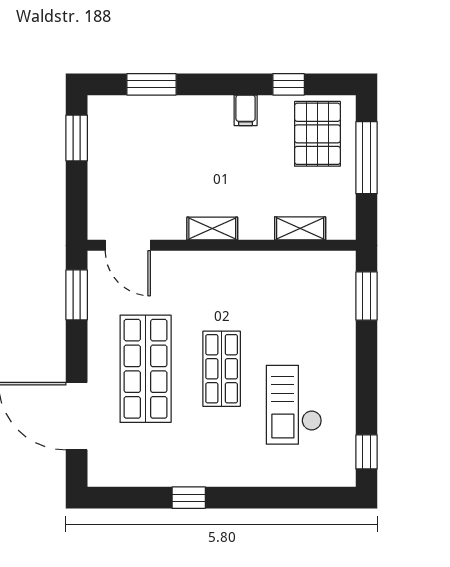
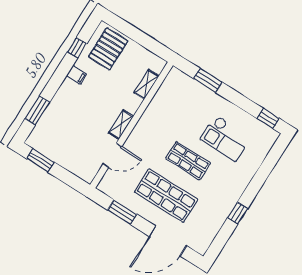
pallet: (317, 134) -> (108, 49), turned 90
window: (366, 158) -> (133, 33), removed
door: (128, 245) -> (112, 155), moved
window: (77, 295) -> (122, 212), moved
window: (366, 296) -> (208, 80), moved

